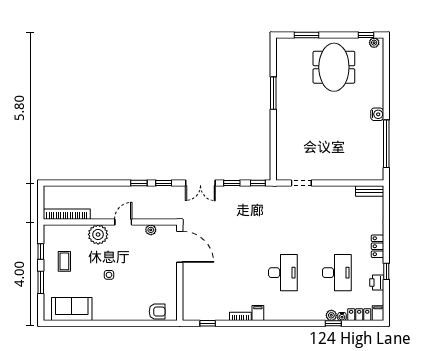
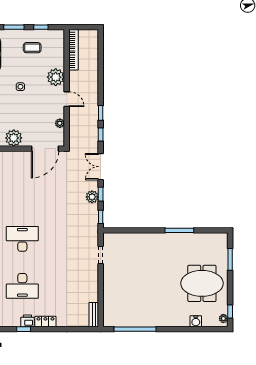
water cooler: (377, 114) -> (196, 321), moved
plant: (235, 193) -> (92, 197), added
desk: (283, 273) -> (22, 239), turned 180
printer: (377, 282) -> (27, 321), moved
plant: (168, 283) -> (14, 138), added

